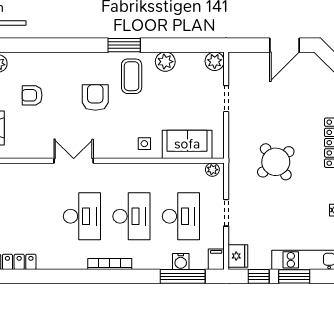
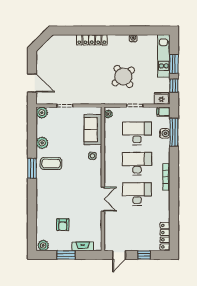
door: (285, 45) -> (32, 83), moved
armchair: (95, 97) -> (64, 186), removed
double door: (74, 161) -> (103, 199), swing flipped
round table: (276, 162) -> (123, 76), moved

